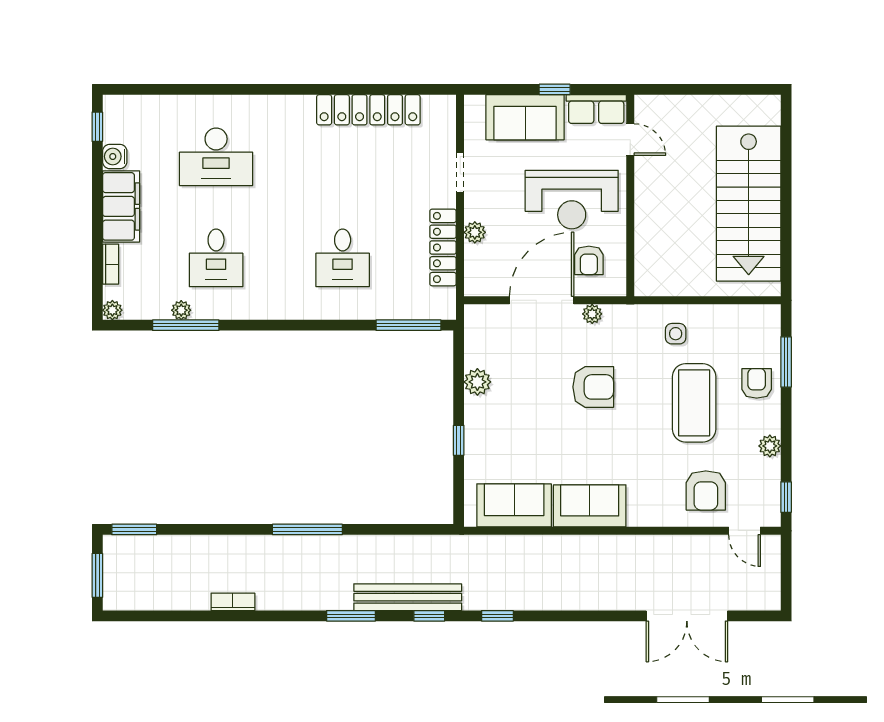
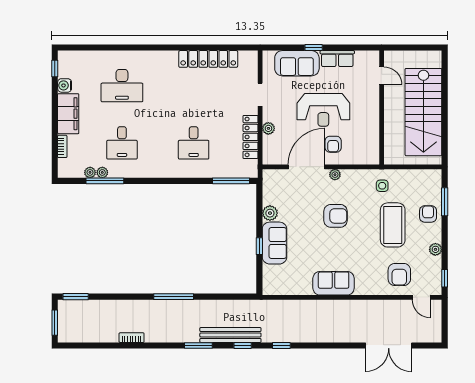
door: (630, 140) -> (382, 76), moved
wall: (630, 196) -> (382, 108), moved
plant: (112, 310) -> (90, 172), moved
sofa: (514, 505) -> (275, 243), moved, turned 90

